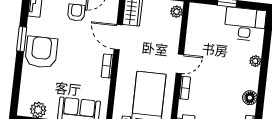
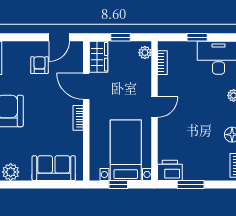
bookcase: (185, 88) -> (162, 63), moved

